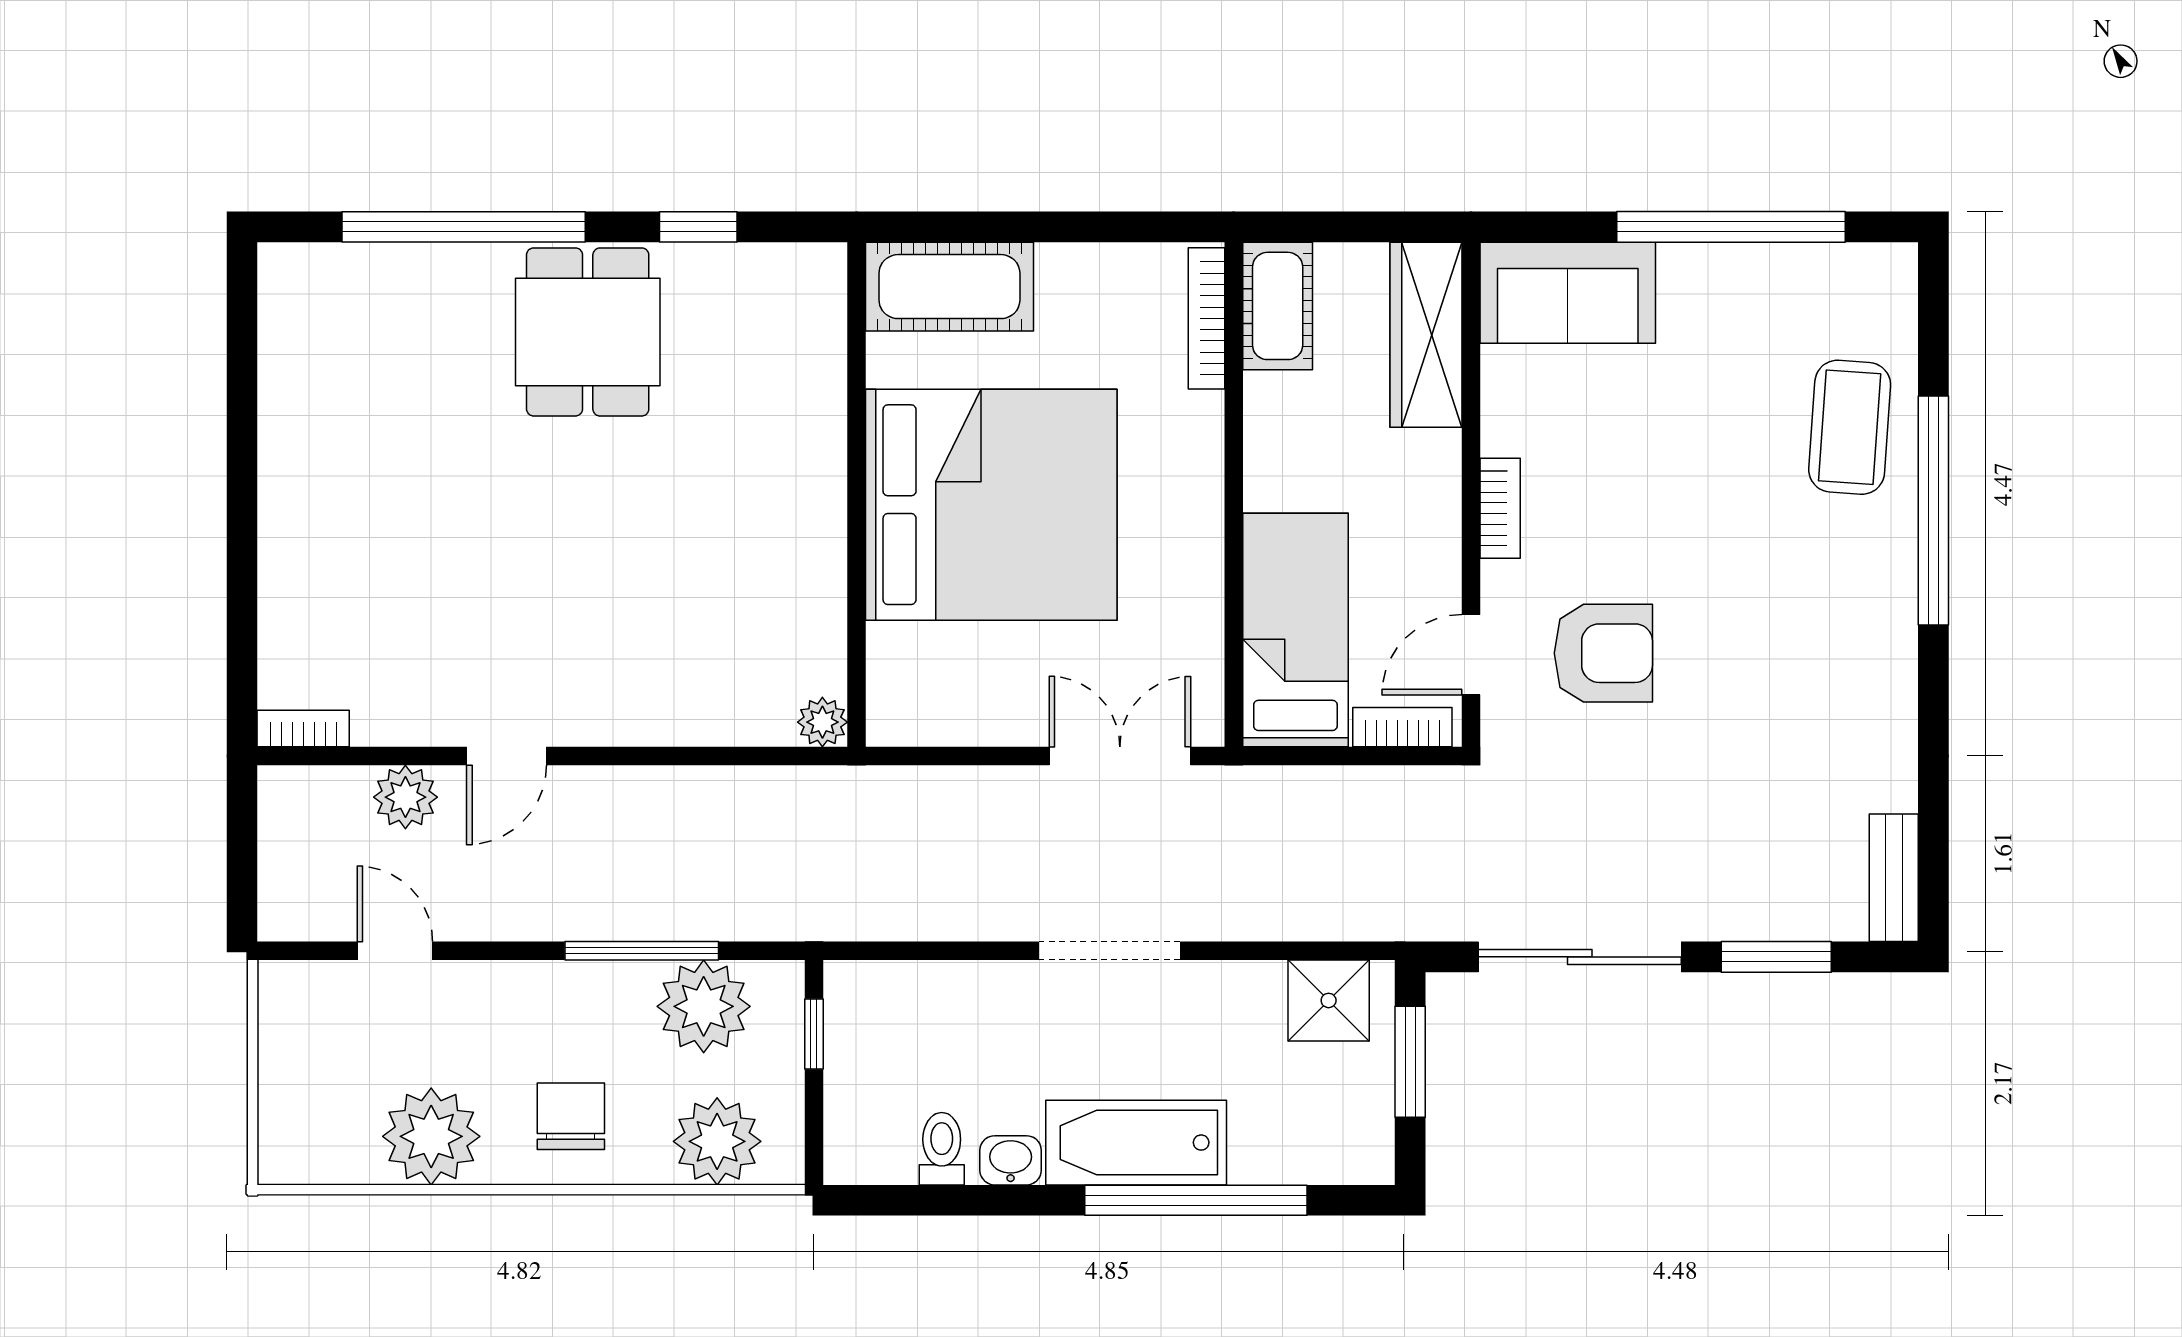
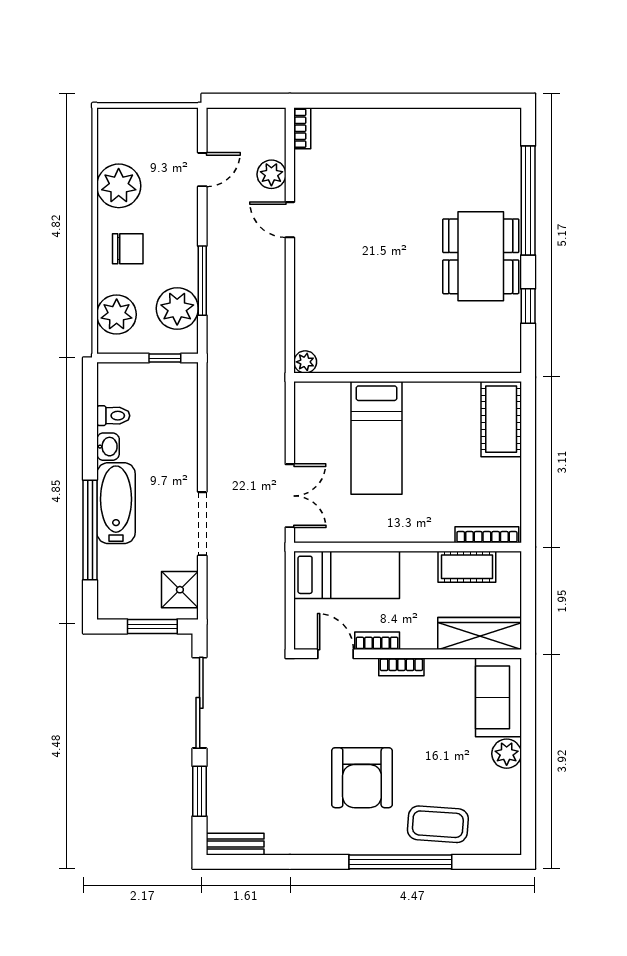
window: (1731, 227) -> (528, 771), removed
plant: (1693, 275) -> (507, 754), added
cot: (1278, 306) -> (467, 567), moved
dining table: (588, 332) -> (481, 256), width x1.37
bed: (991, 505) -> (376, 438), width x0.49
armchair: (1603, 653) -> (362, 778), moved, width x1.36, depth x1.36
bookcase: (1402, 727) -> (377, 641), moved, turned -90
doorway: (1109, 951) -> (202, 524), moved

